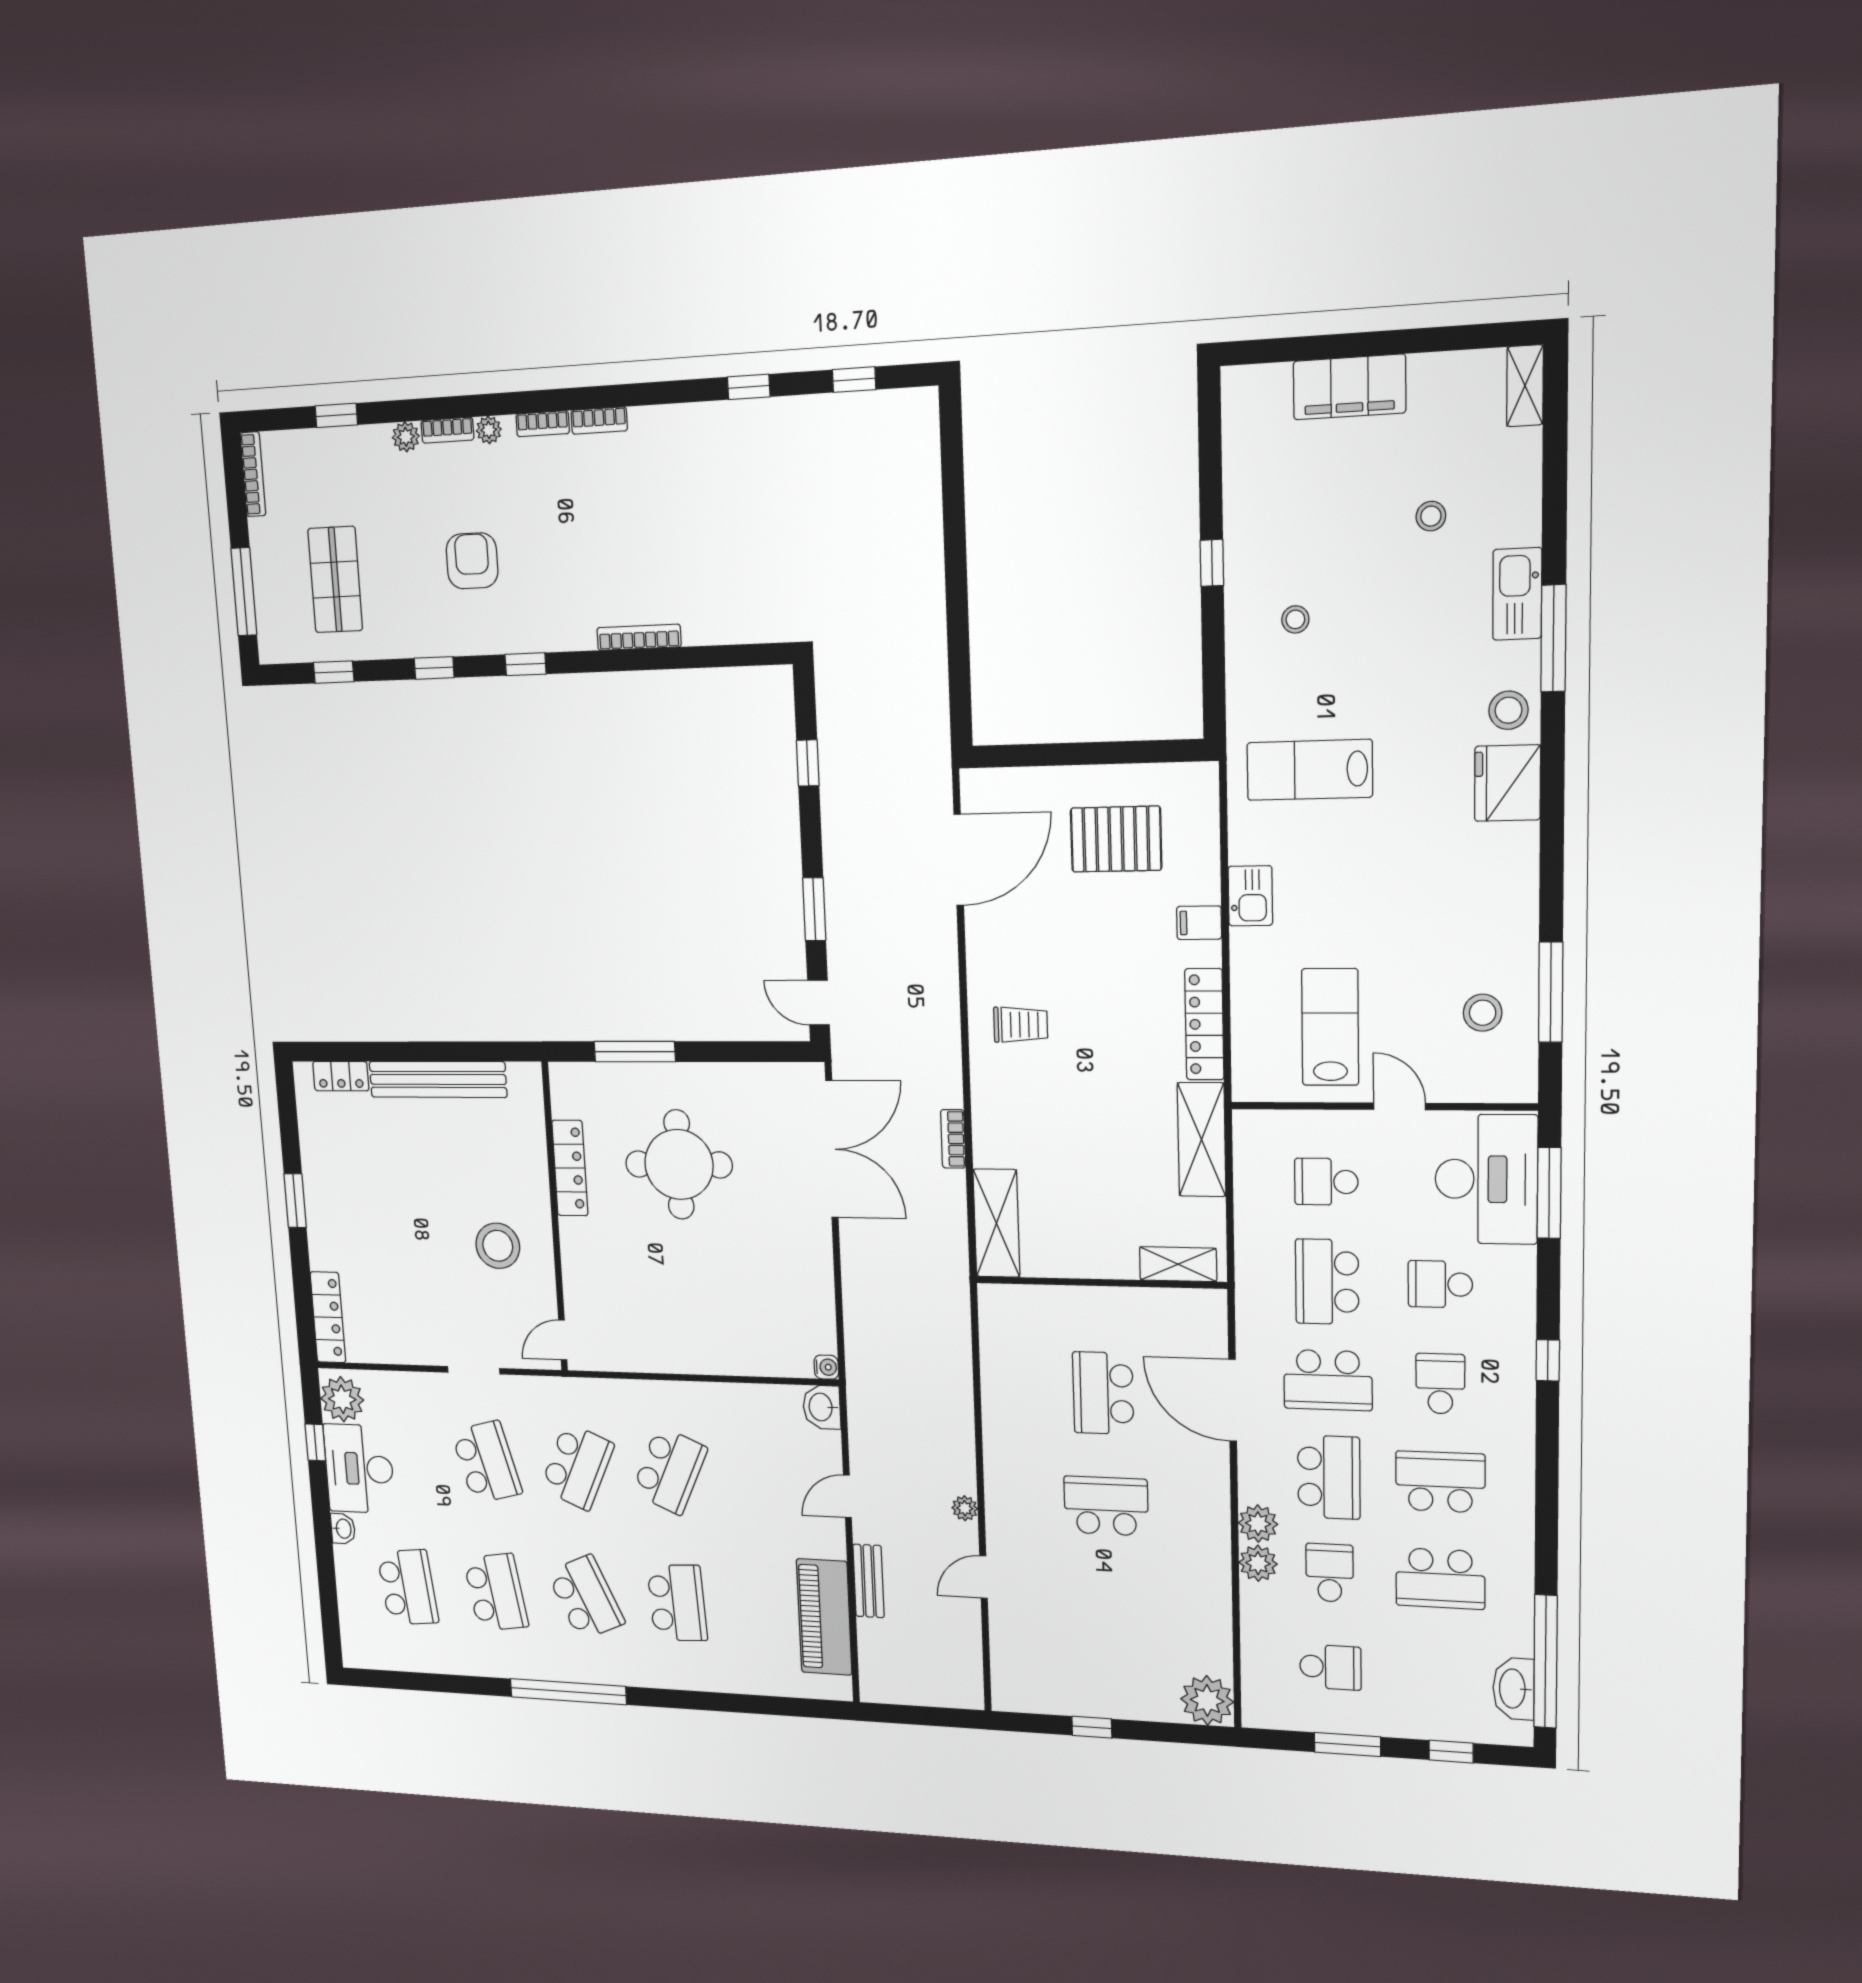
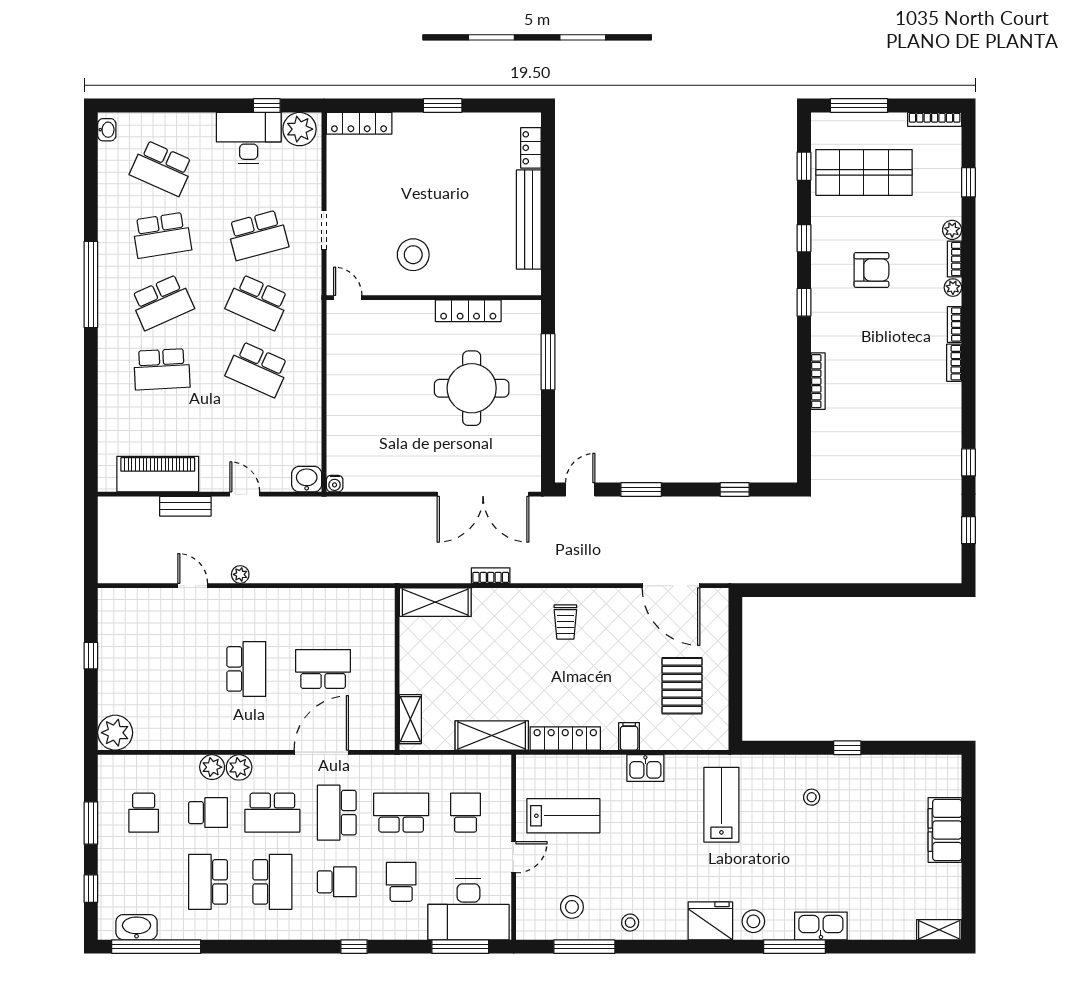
stool: (1431, 516) -> (630, 923), moved
shop shelf: (335, 580) -> (864, 172), width x1.43, depth x1.36
washbasin: (343, 1529) -> (107, 130), moved, turned -90
school desk: (408, 1587) -> (162, 168), turned 30

